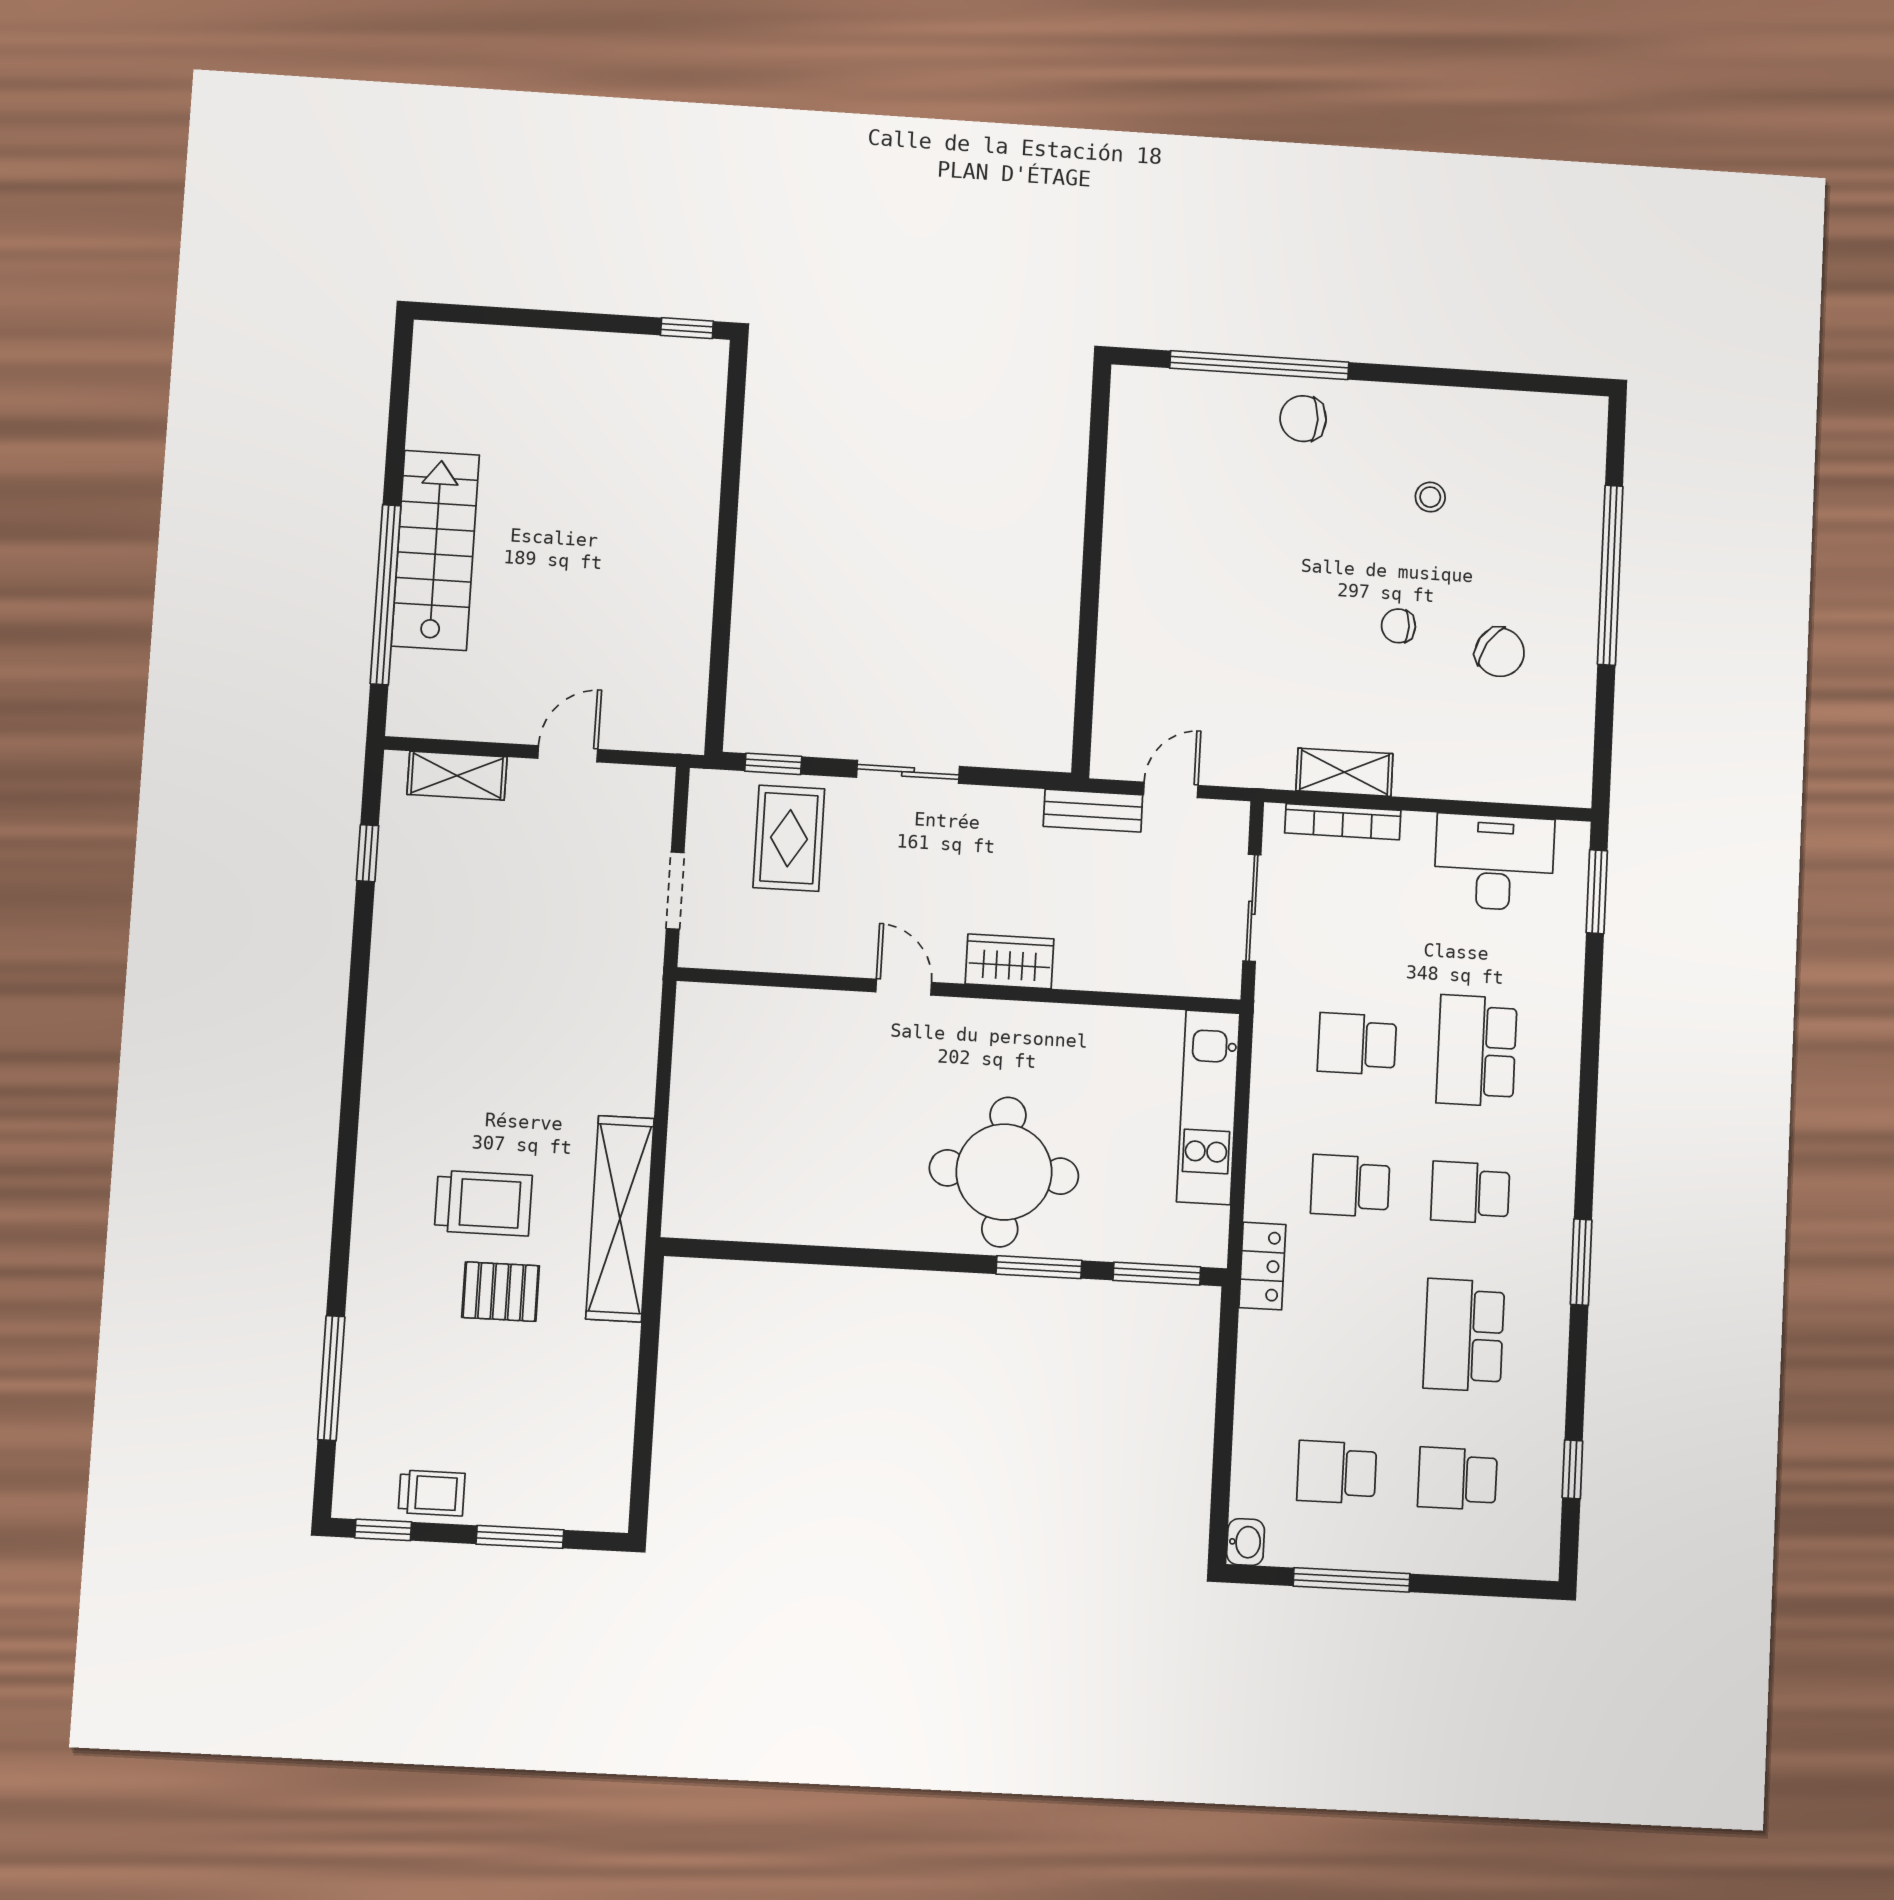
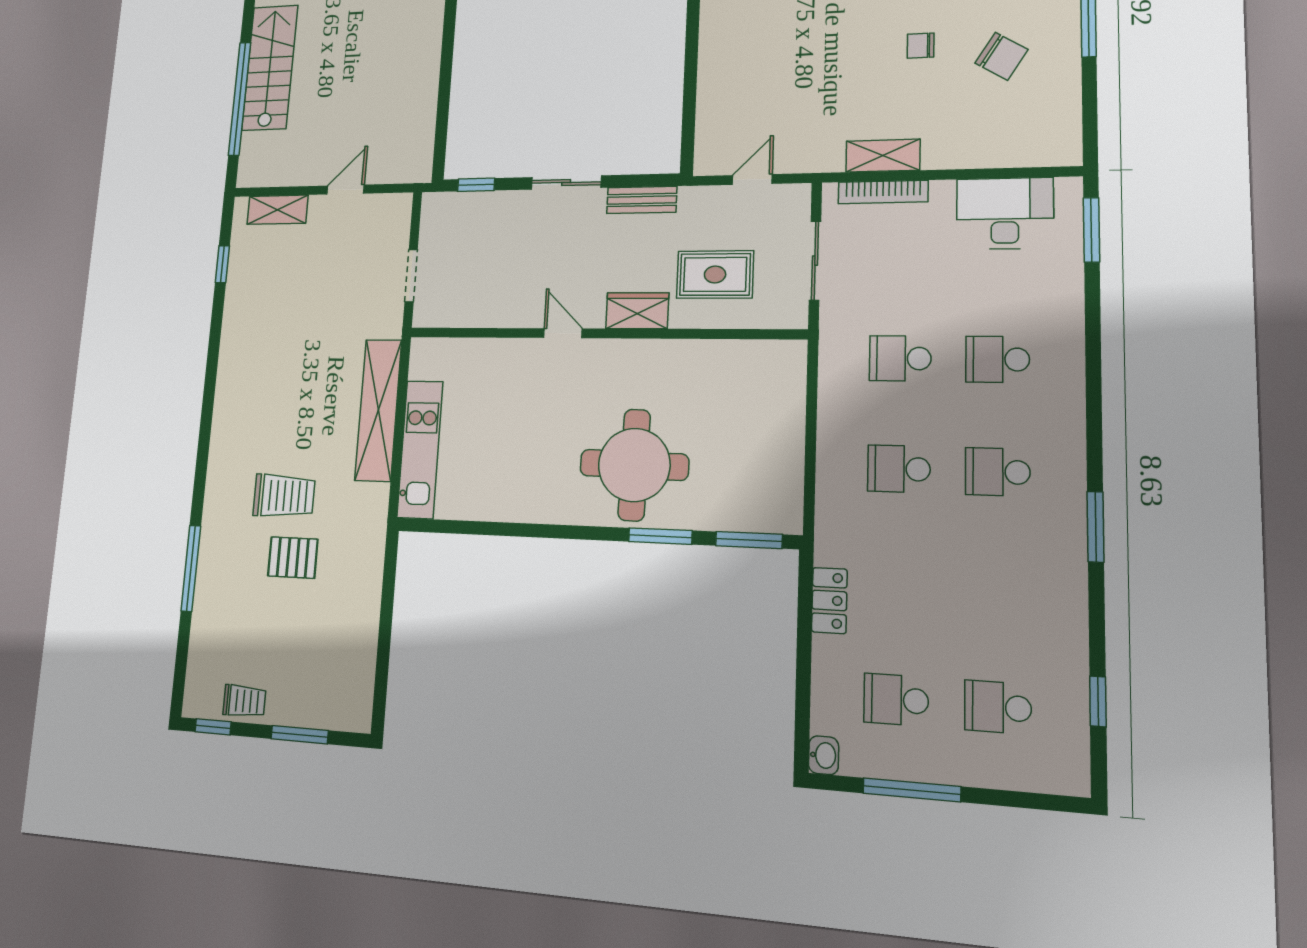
bench: (1093, 811) -> (642, 200), moved
rug: (789, 838) -> (715, 274), moved, turned 90
school desk: (1477, 1051) -> (997, 359), width x0.54
kitchen unit: (1208, 1107) -> (420, 449), moved, turned 180
shelving: (620, 1219) -> (378, 410), moved
locker: (1262, 1266) -> (829, 600), moved
school desk: (1464, 1335) -> (998, 588), removed
window: (331, 1378) -> (191, 568), moved

